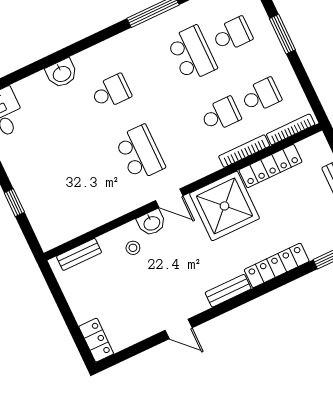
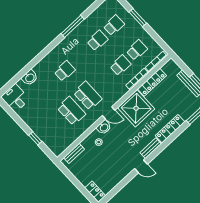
school desk: (192, 54) -> (97, 40), width x0.54
washbasin: (62, 73) -> (30, 78), moved
school desk: (100, 172) -> (71, 111), added
door: (179, 329) -> (141, 166), moved

